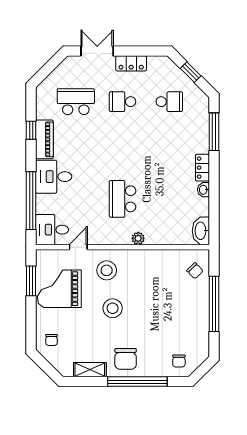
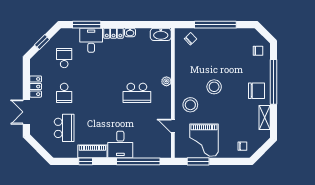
school desk: (76, 102) -> (64, 128), turned 180
desk: (52, 230) -> (91, 40), moved, turned 180
stool: (113, 308) -> (214, 87), moved

